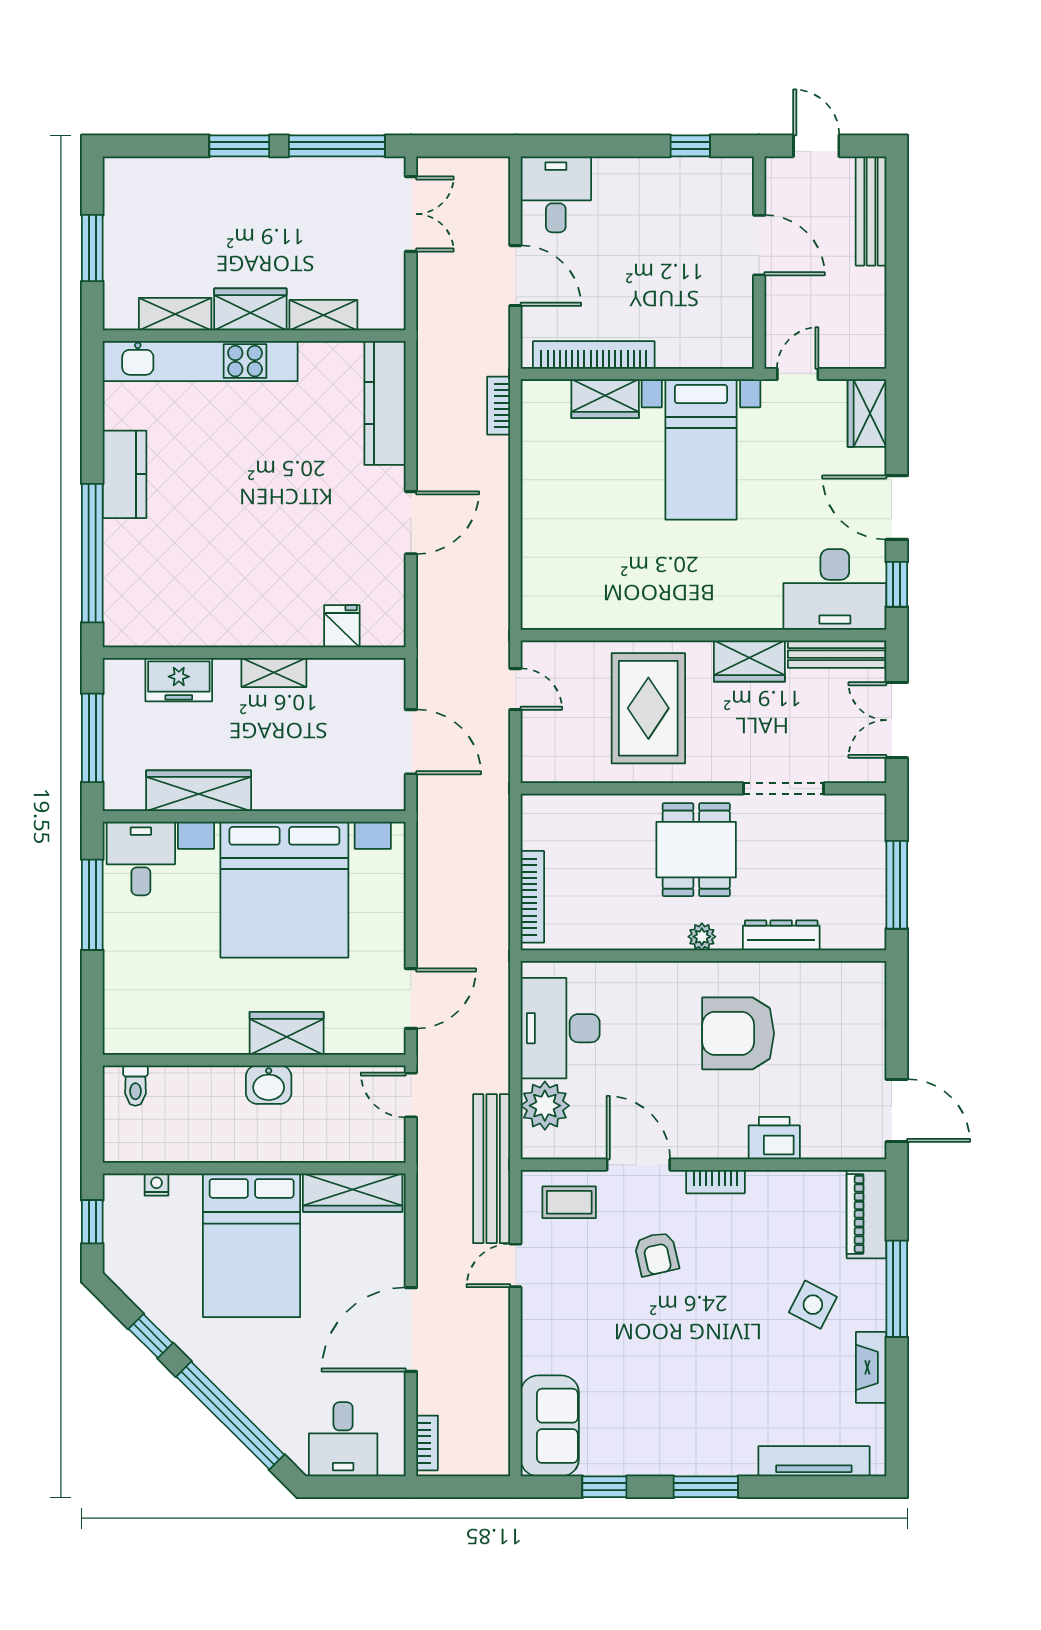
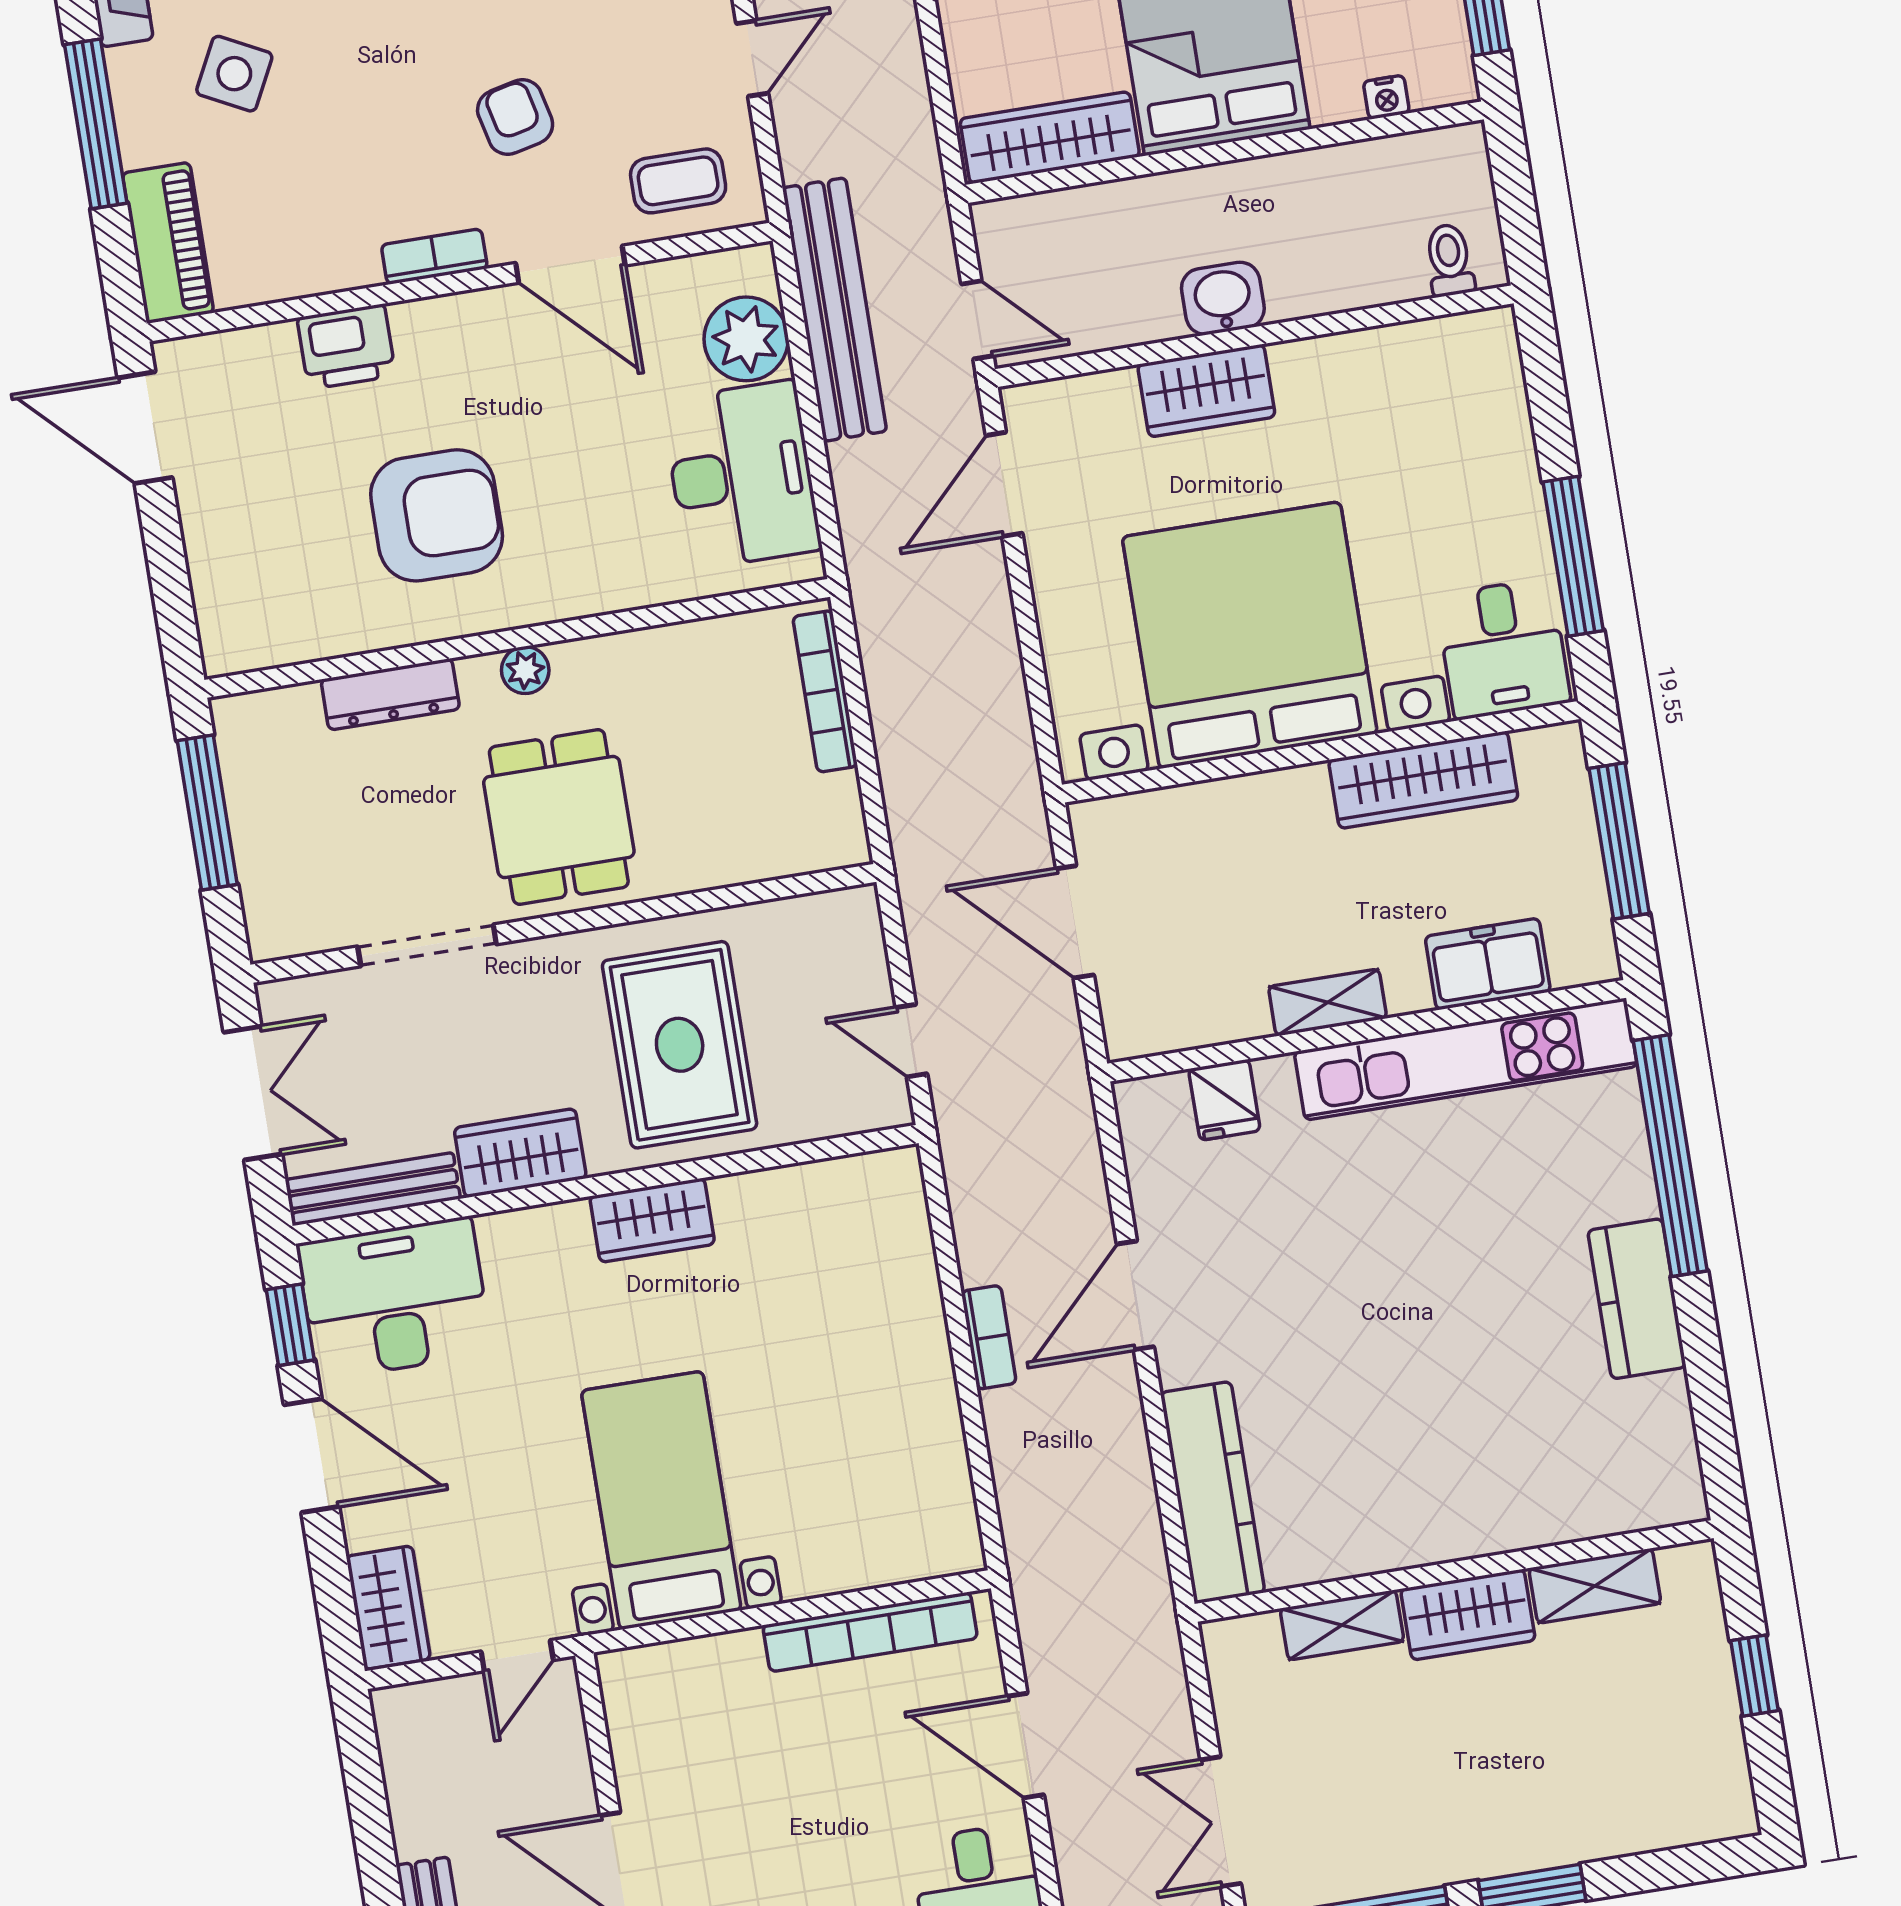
window: (92, 248) -> (1754, 1676), width x0.67
kitchen unit: (200, 361) -> (1466, 1059), moved, turned 180
wardrobe: (605, 399) -> (652, 1220), moved, turned 180
bookcase: (499, 406) -> (989, 1337), moved
bench: (492, 1169) -> (835, 310), moved

